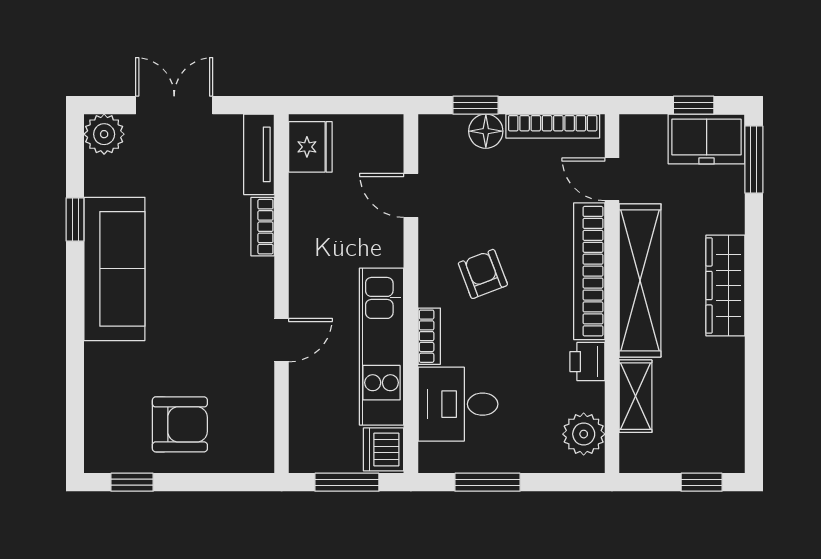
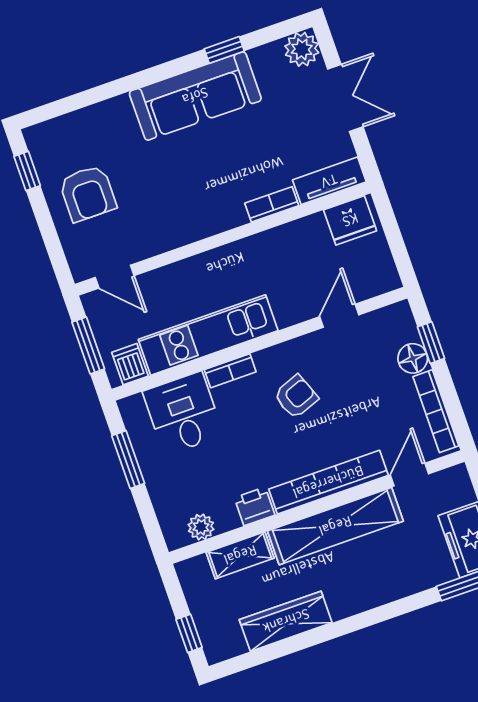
wardrobe: (725, 286) -> (286, 621), moved
door: (282, 340) -> (115, 277), moved
plant: (584, 434) -> (201, 527), width x0.73, depth x0.73
dishwasher: (384, 449) -> (130, 364), width x0.73

